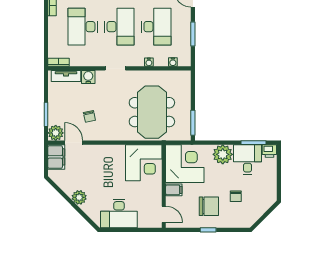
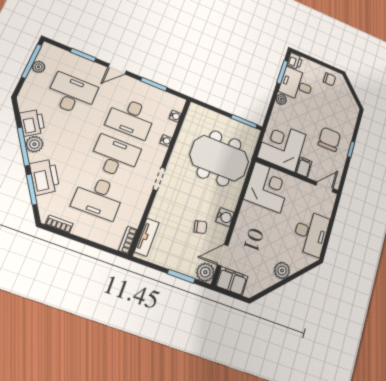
desk: (156, 27) -> (131, 118), turned 180
water cooler: (88, 77) -> (225, 217), moved, turned 180
plant: (223, 154) -> (281, 99), width x0.53, depth x0.53
chair: (236, 196) -> (329, 79), moved

